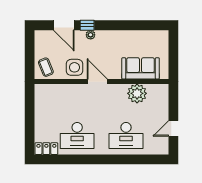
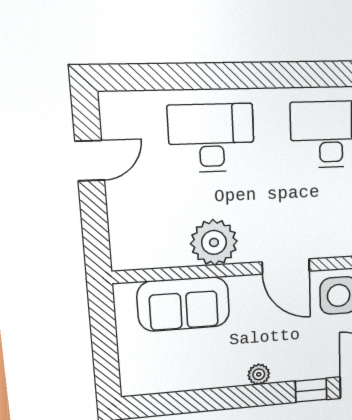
plant: (91, 35) -> (259, 374), moved
plant: (137, 93) -> (214, 242), moved

